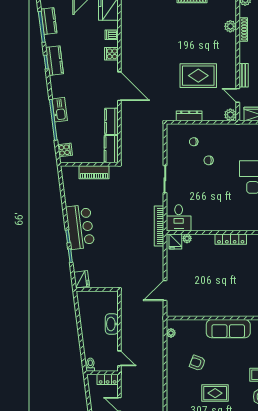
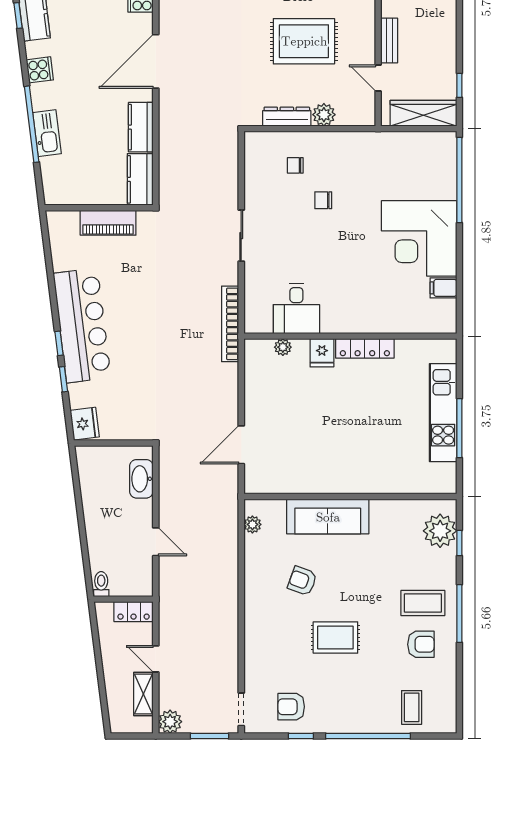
door: (119, 86) -> (156, 61), swing flipped
kitchen sink: (60, 110) -> (47, 133), moved
plant: (230, 115) -> (324, 115), moved
cooker: (65, 150) -> (40, 70), moved
desk: (179, 218) -> (296, 309), moved
bar counter: (80, 227) -> (82, 325), width x1.36
fridge: (175, 242) -> (322, 353), moved
washbasin: (112, 324) -> (141, 479), moved
sofa: (228, 329) -> (328, 517), moved
door: (119, 358) -> (156, 542), moved

